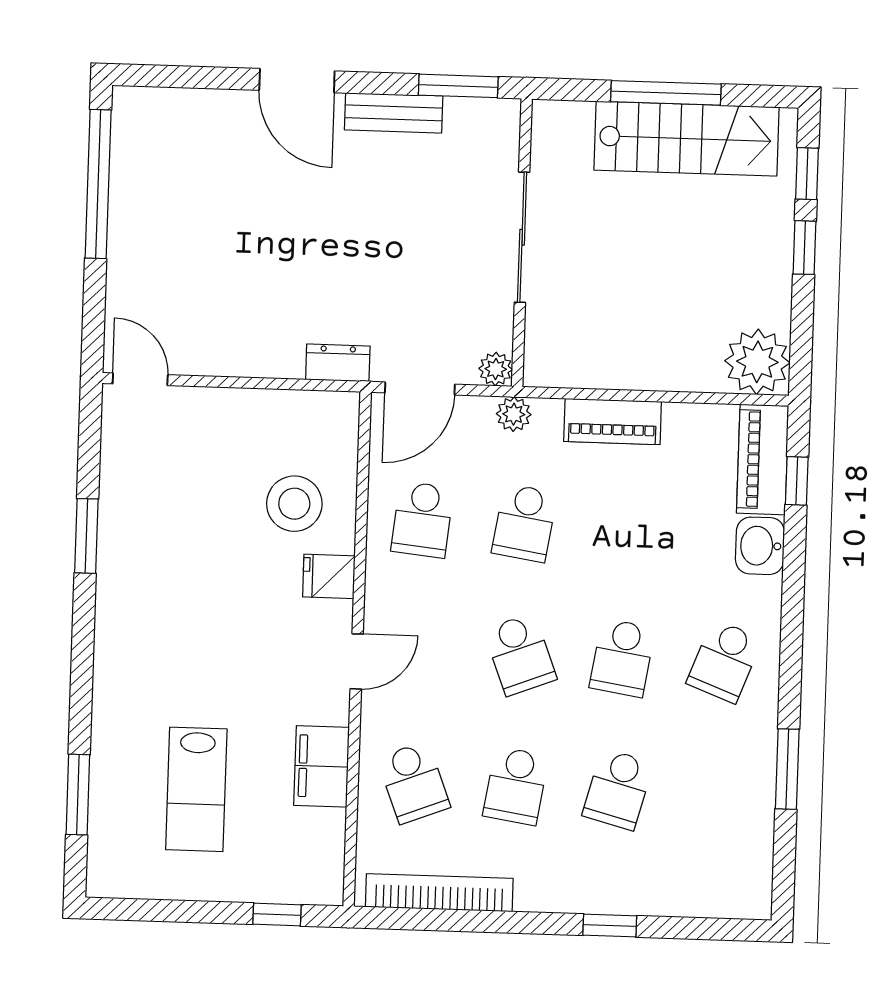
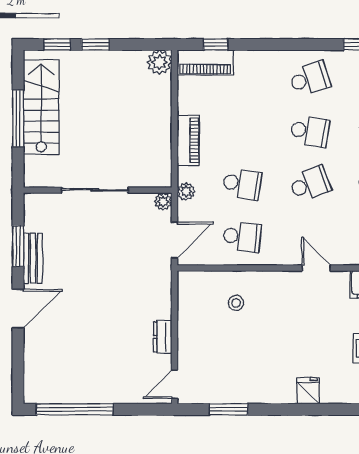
window: (458, 86) -> (18, 246), moved
plant: (757, 362) -> (160, 62), width x0.73, depth x0.73
dresser: (338, 363) -> (163, 337), moved
door: (420, 388) -> (175, 240), hinge flipped
stool: (294, 504) -> (236, 303), width x0.53, depth x0.53
window: (86, 536) -> (228, 409), moved
washbasin: (760, 546) -> (250, 62), removed
fridge: (329, 576) -> (308, 391), moved, turned 180
school desk: (724, 661) -> (310, 79), turned -39

